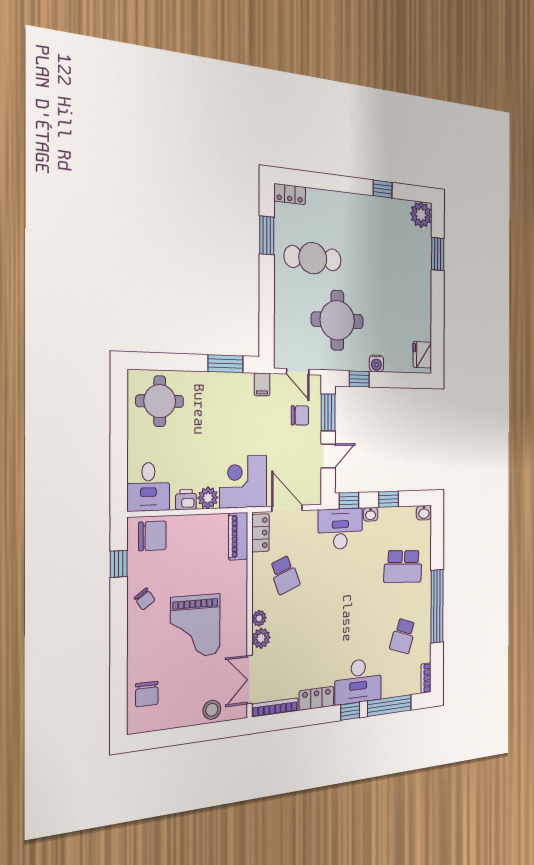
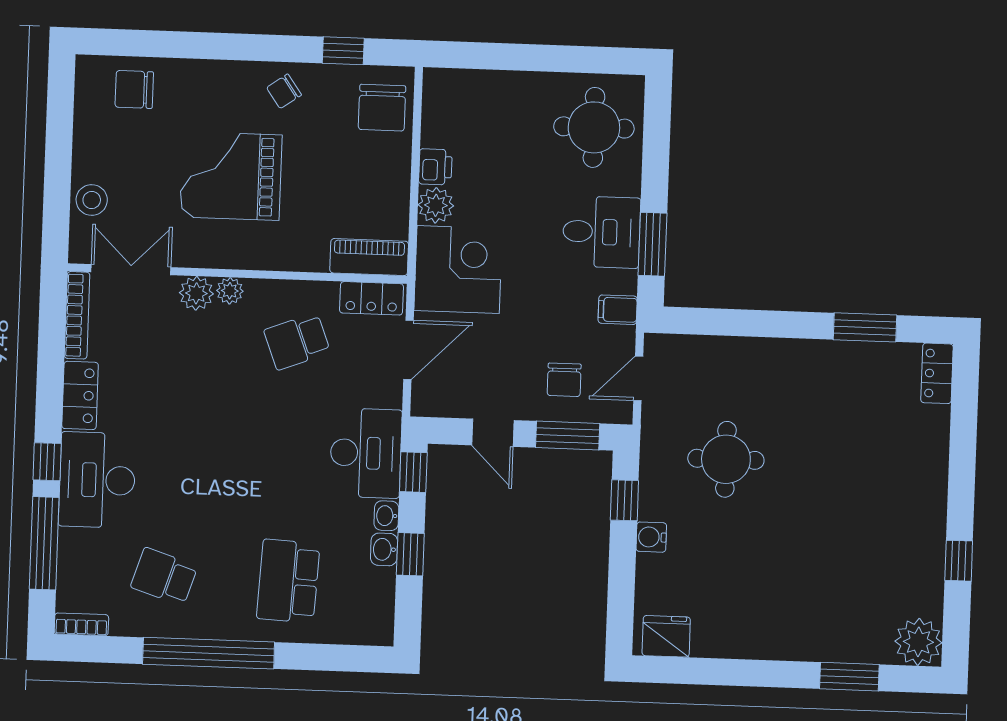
cafe table: (313, 258) -> (831, 414), removed
round table: (337, 320) -> (726, 459), width x0.73, depth x0.73
desk: (148, 487) -> (601, 232), moved, turned 180
washbasin: (424, 513) -> (384, 549), moved

